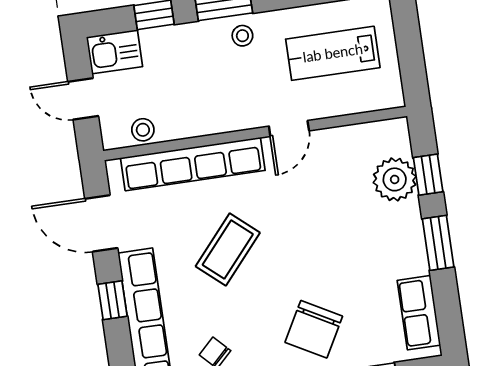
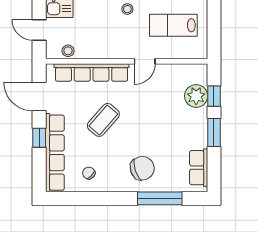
chair: (314, 329) -> (142, 168), turned -138

